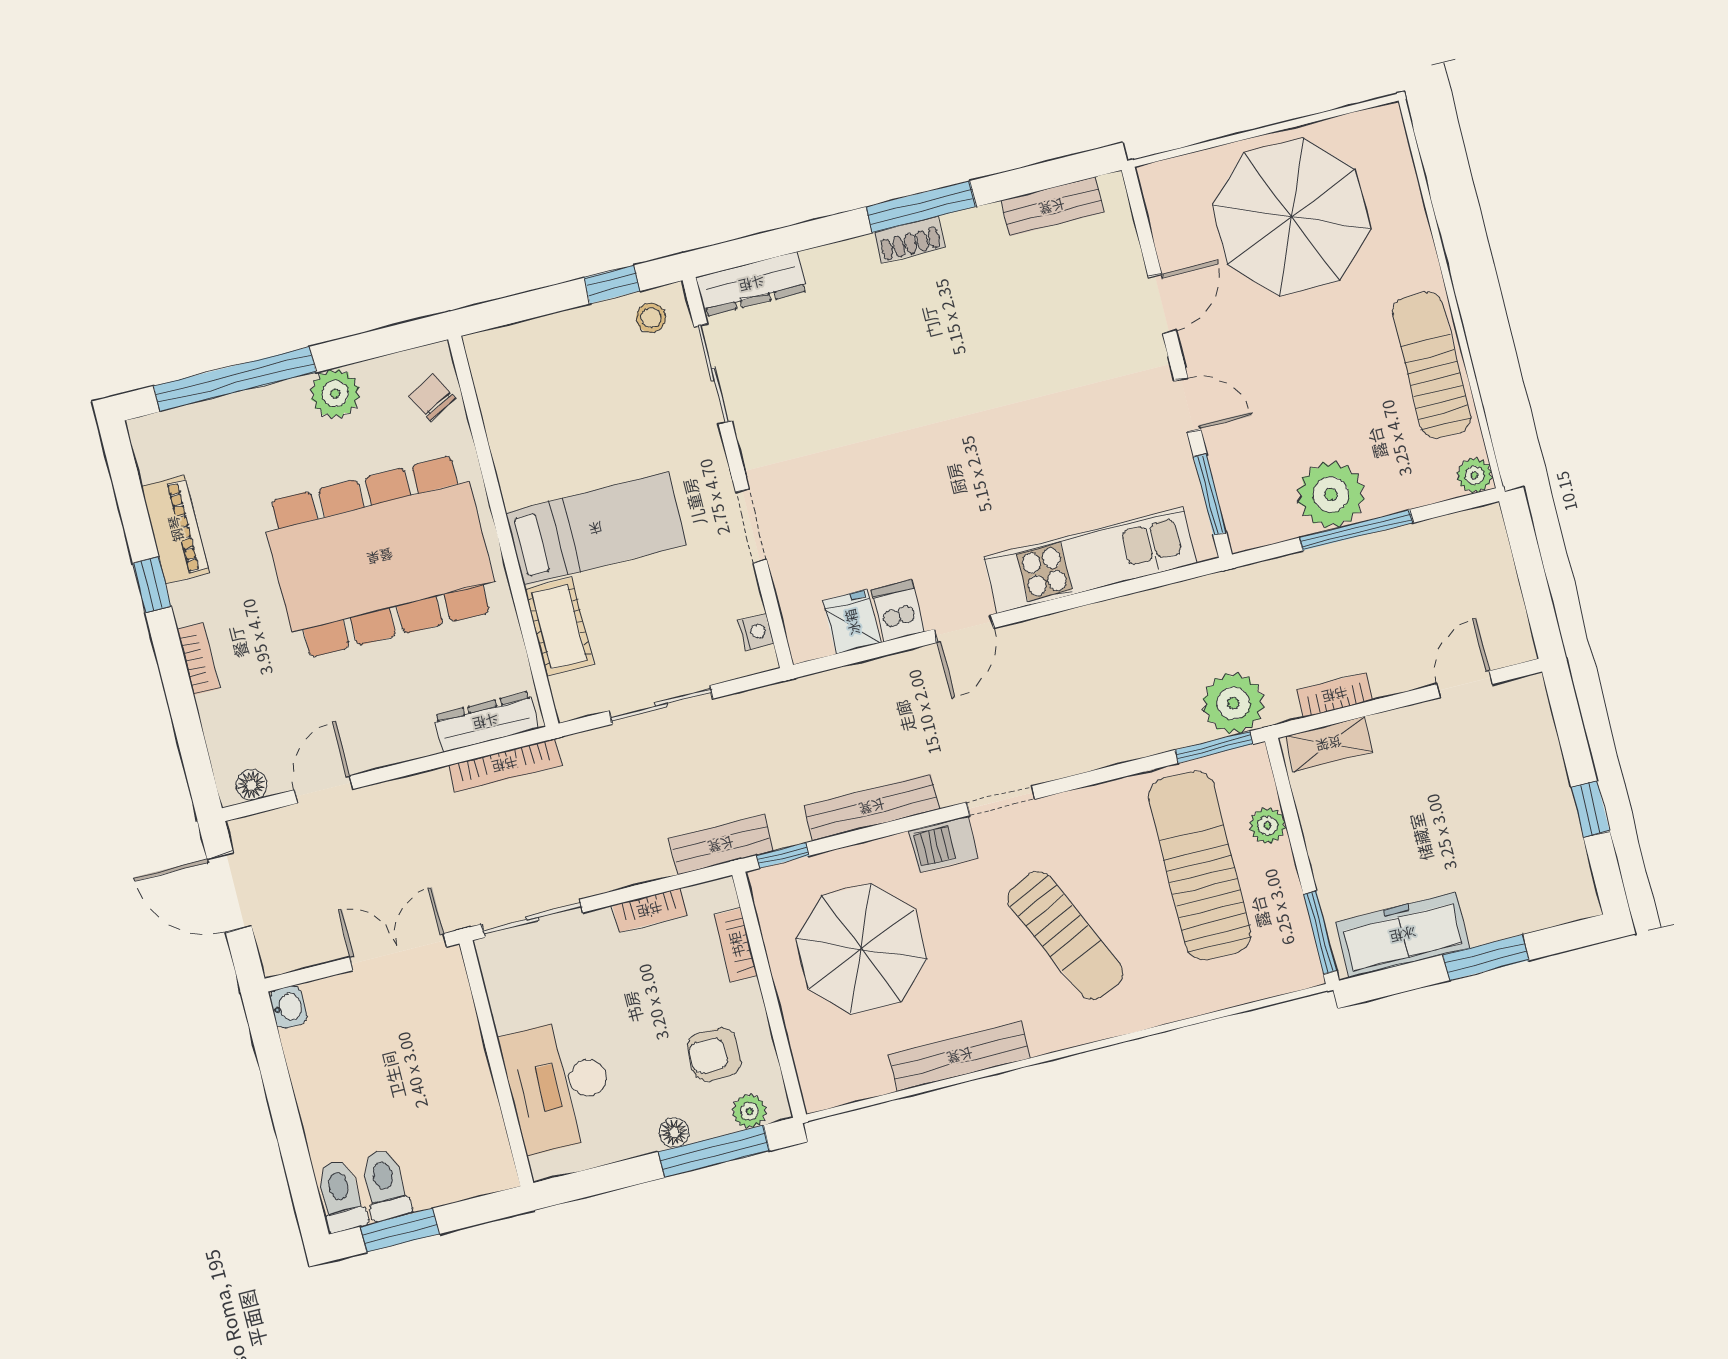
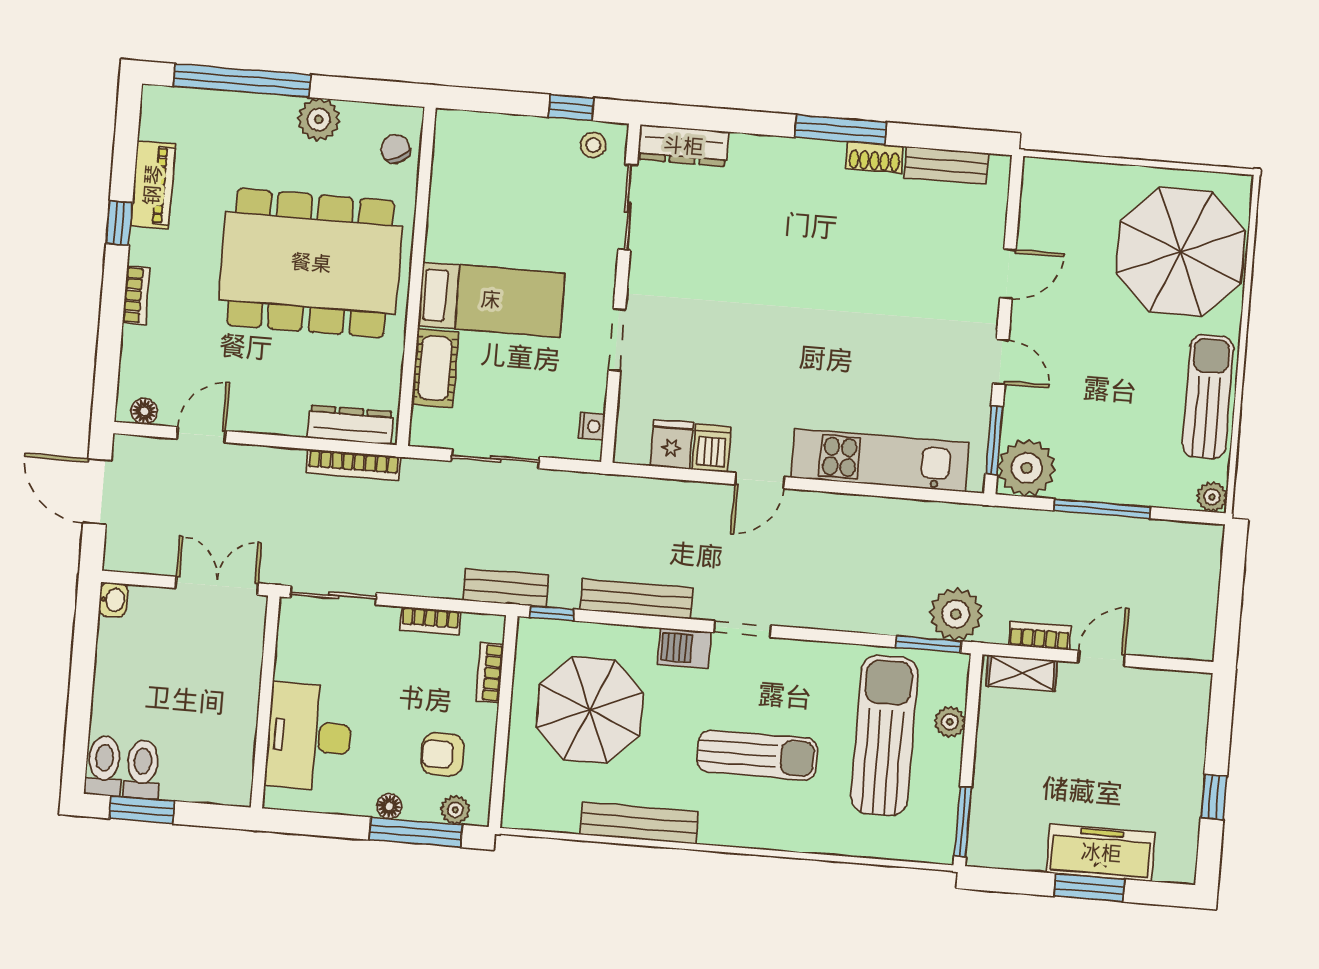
parasol: (1292, 217) -> (1181, 252), moved
shoe rack: (910, 240) -> (875, 157), moved
plant: (1331, 495) -> (1027, 468), moved
door: (1465, 684) -> (1101, 658), moved
freezer: (1403, 935) -> (1101, 853), moved
sun lounger: (1065, 936) -> (757, 755), turned -65

